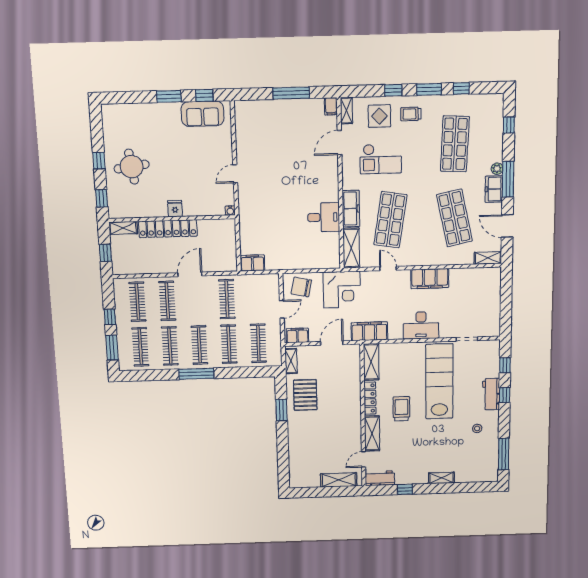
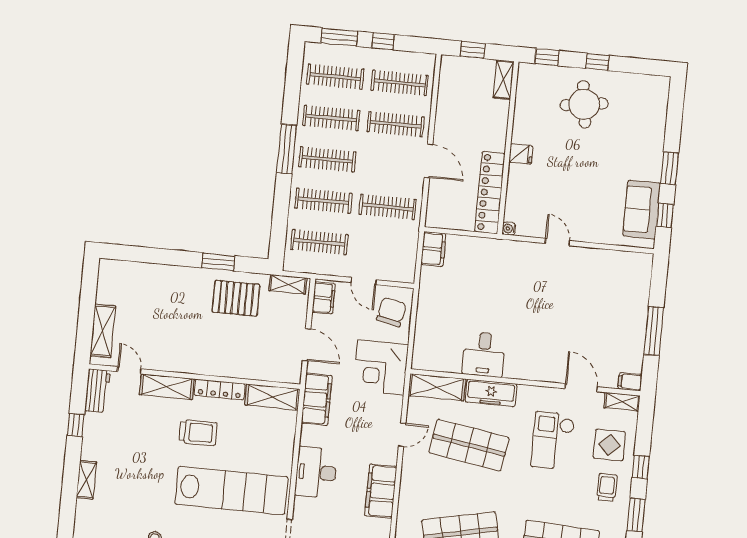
locker: (168, 229) -> (490, 193), moved

